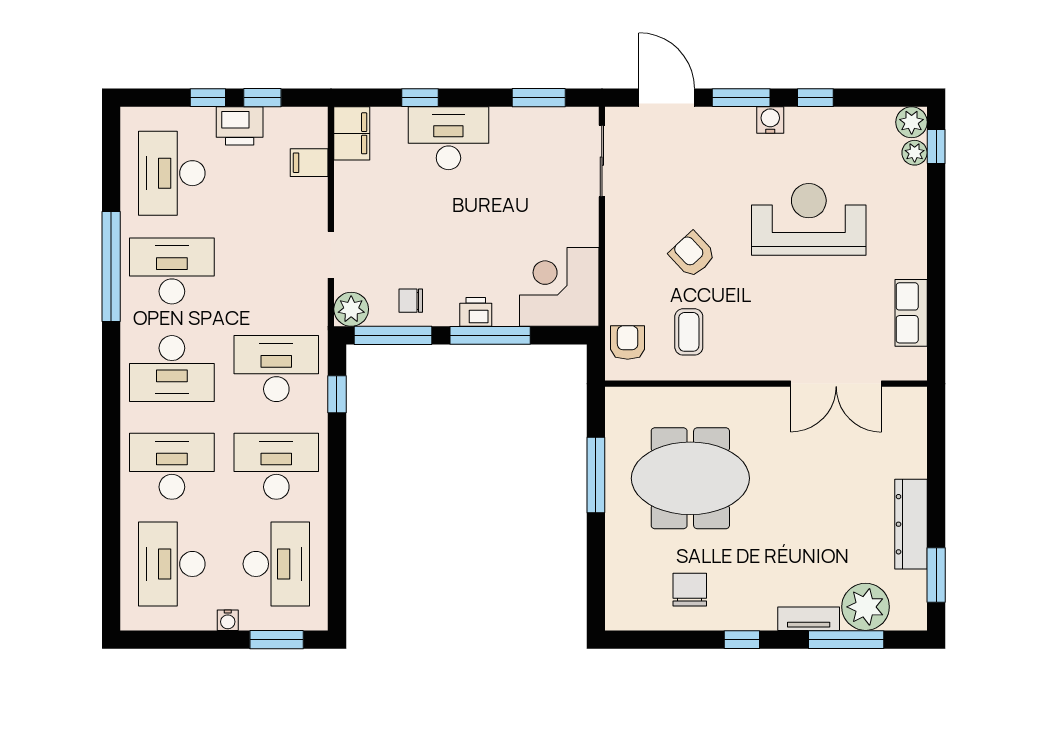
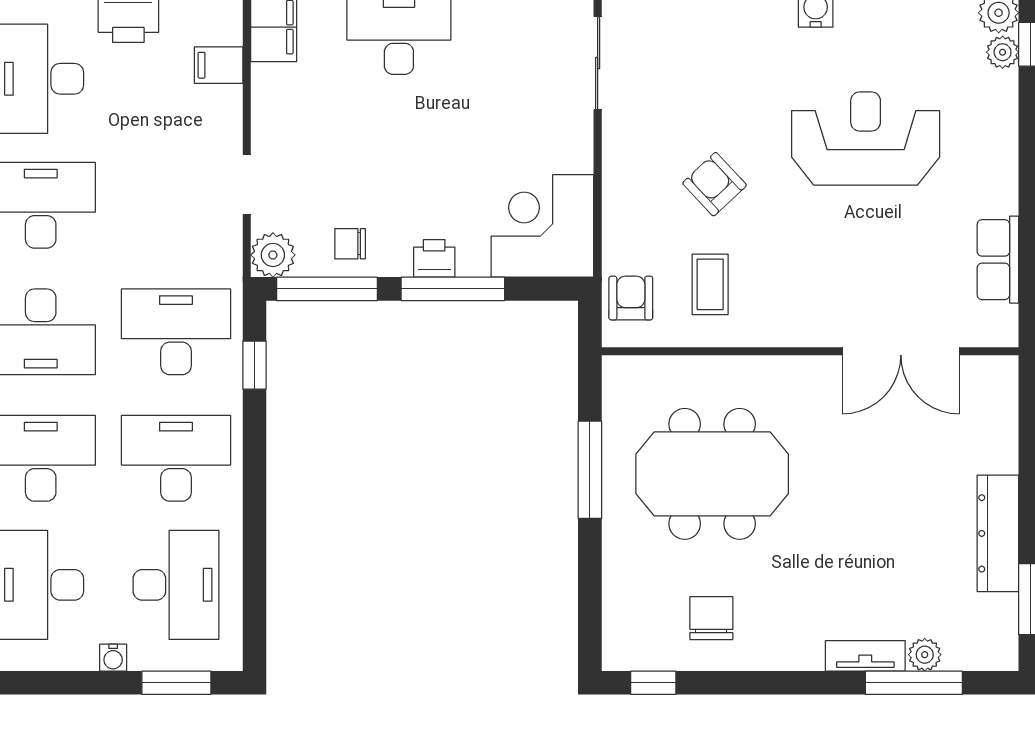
plant: (866, 607) -> (925, 655), width x0.53, depth x0.53
window: (742, 640) -> (653, 683), moved

